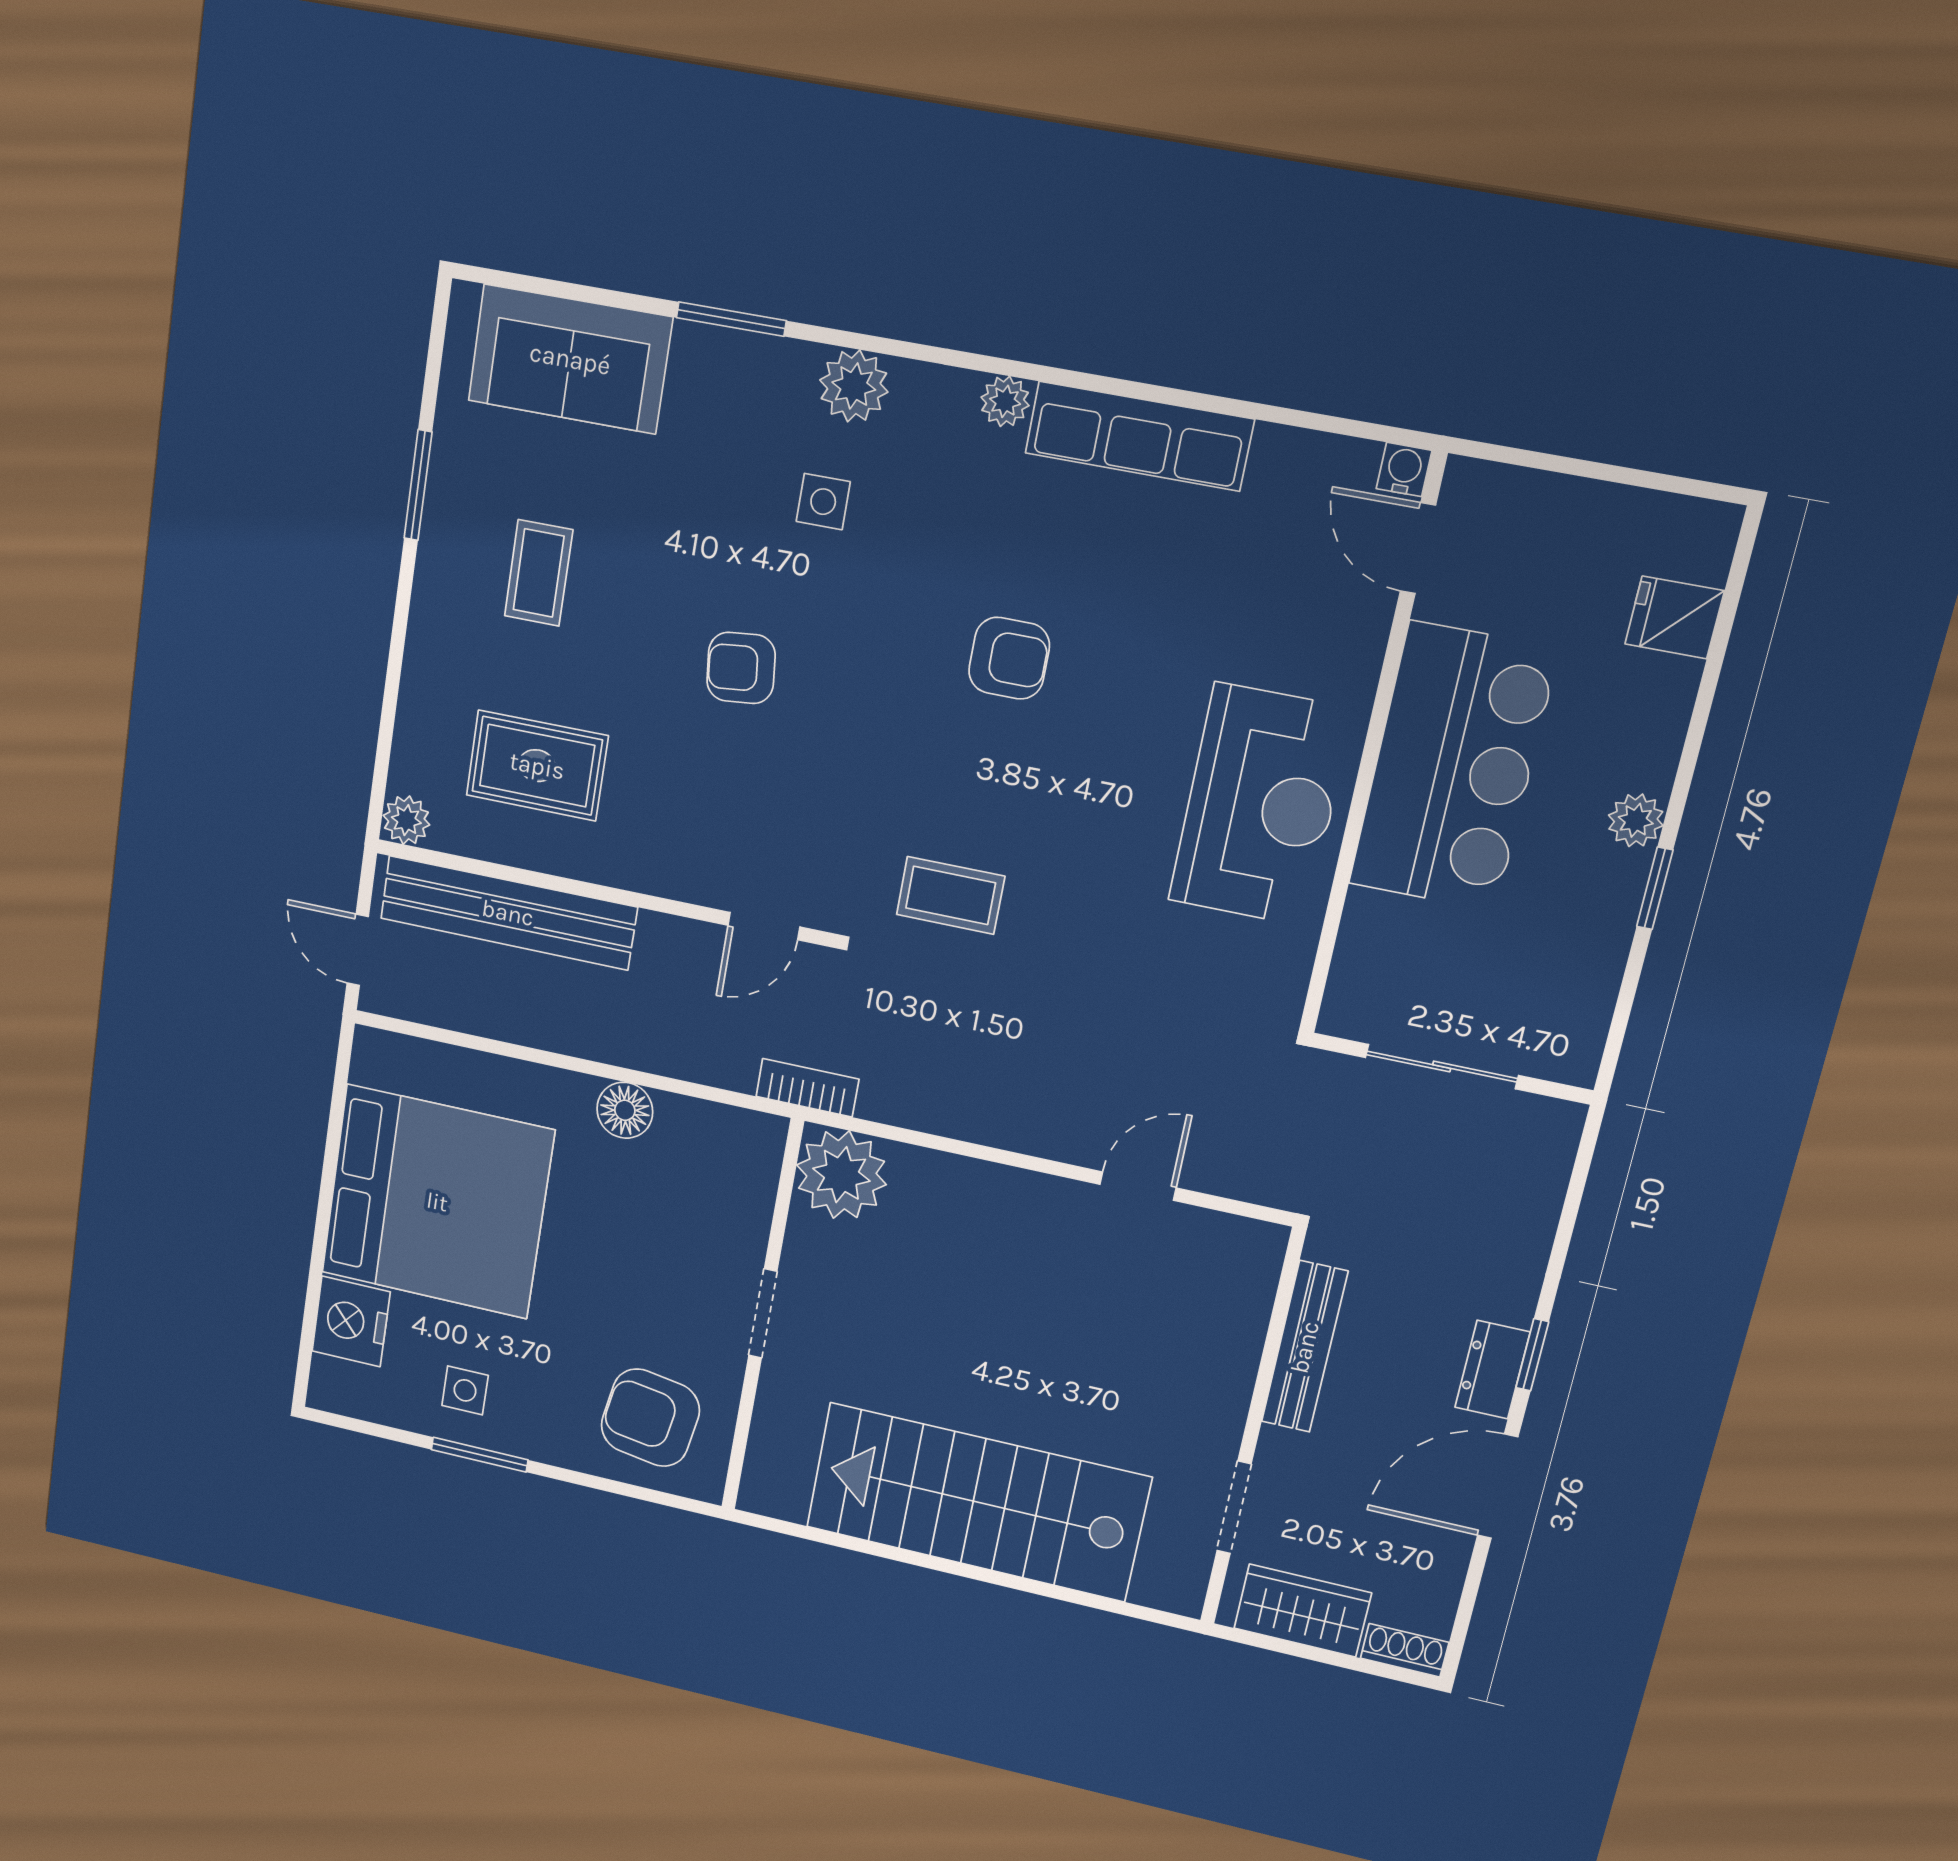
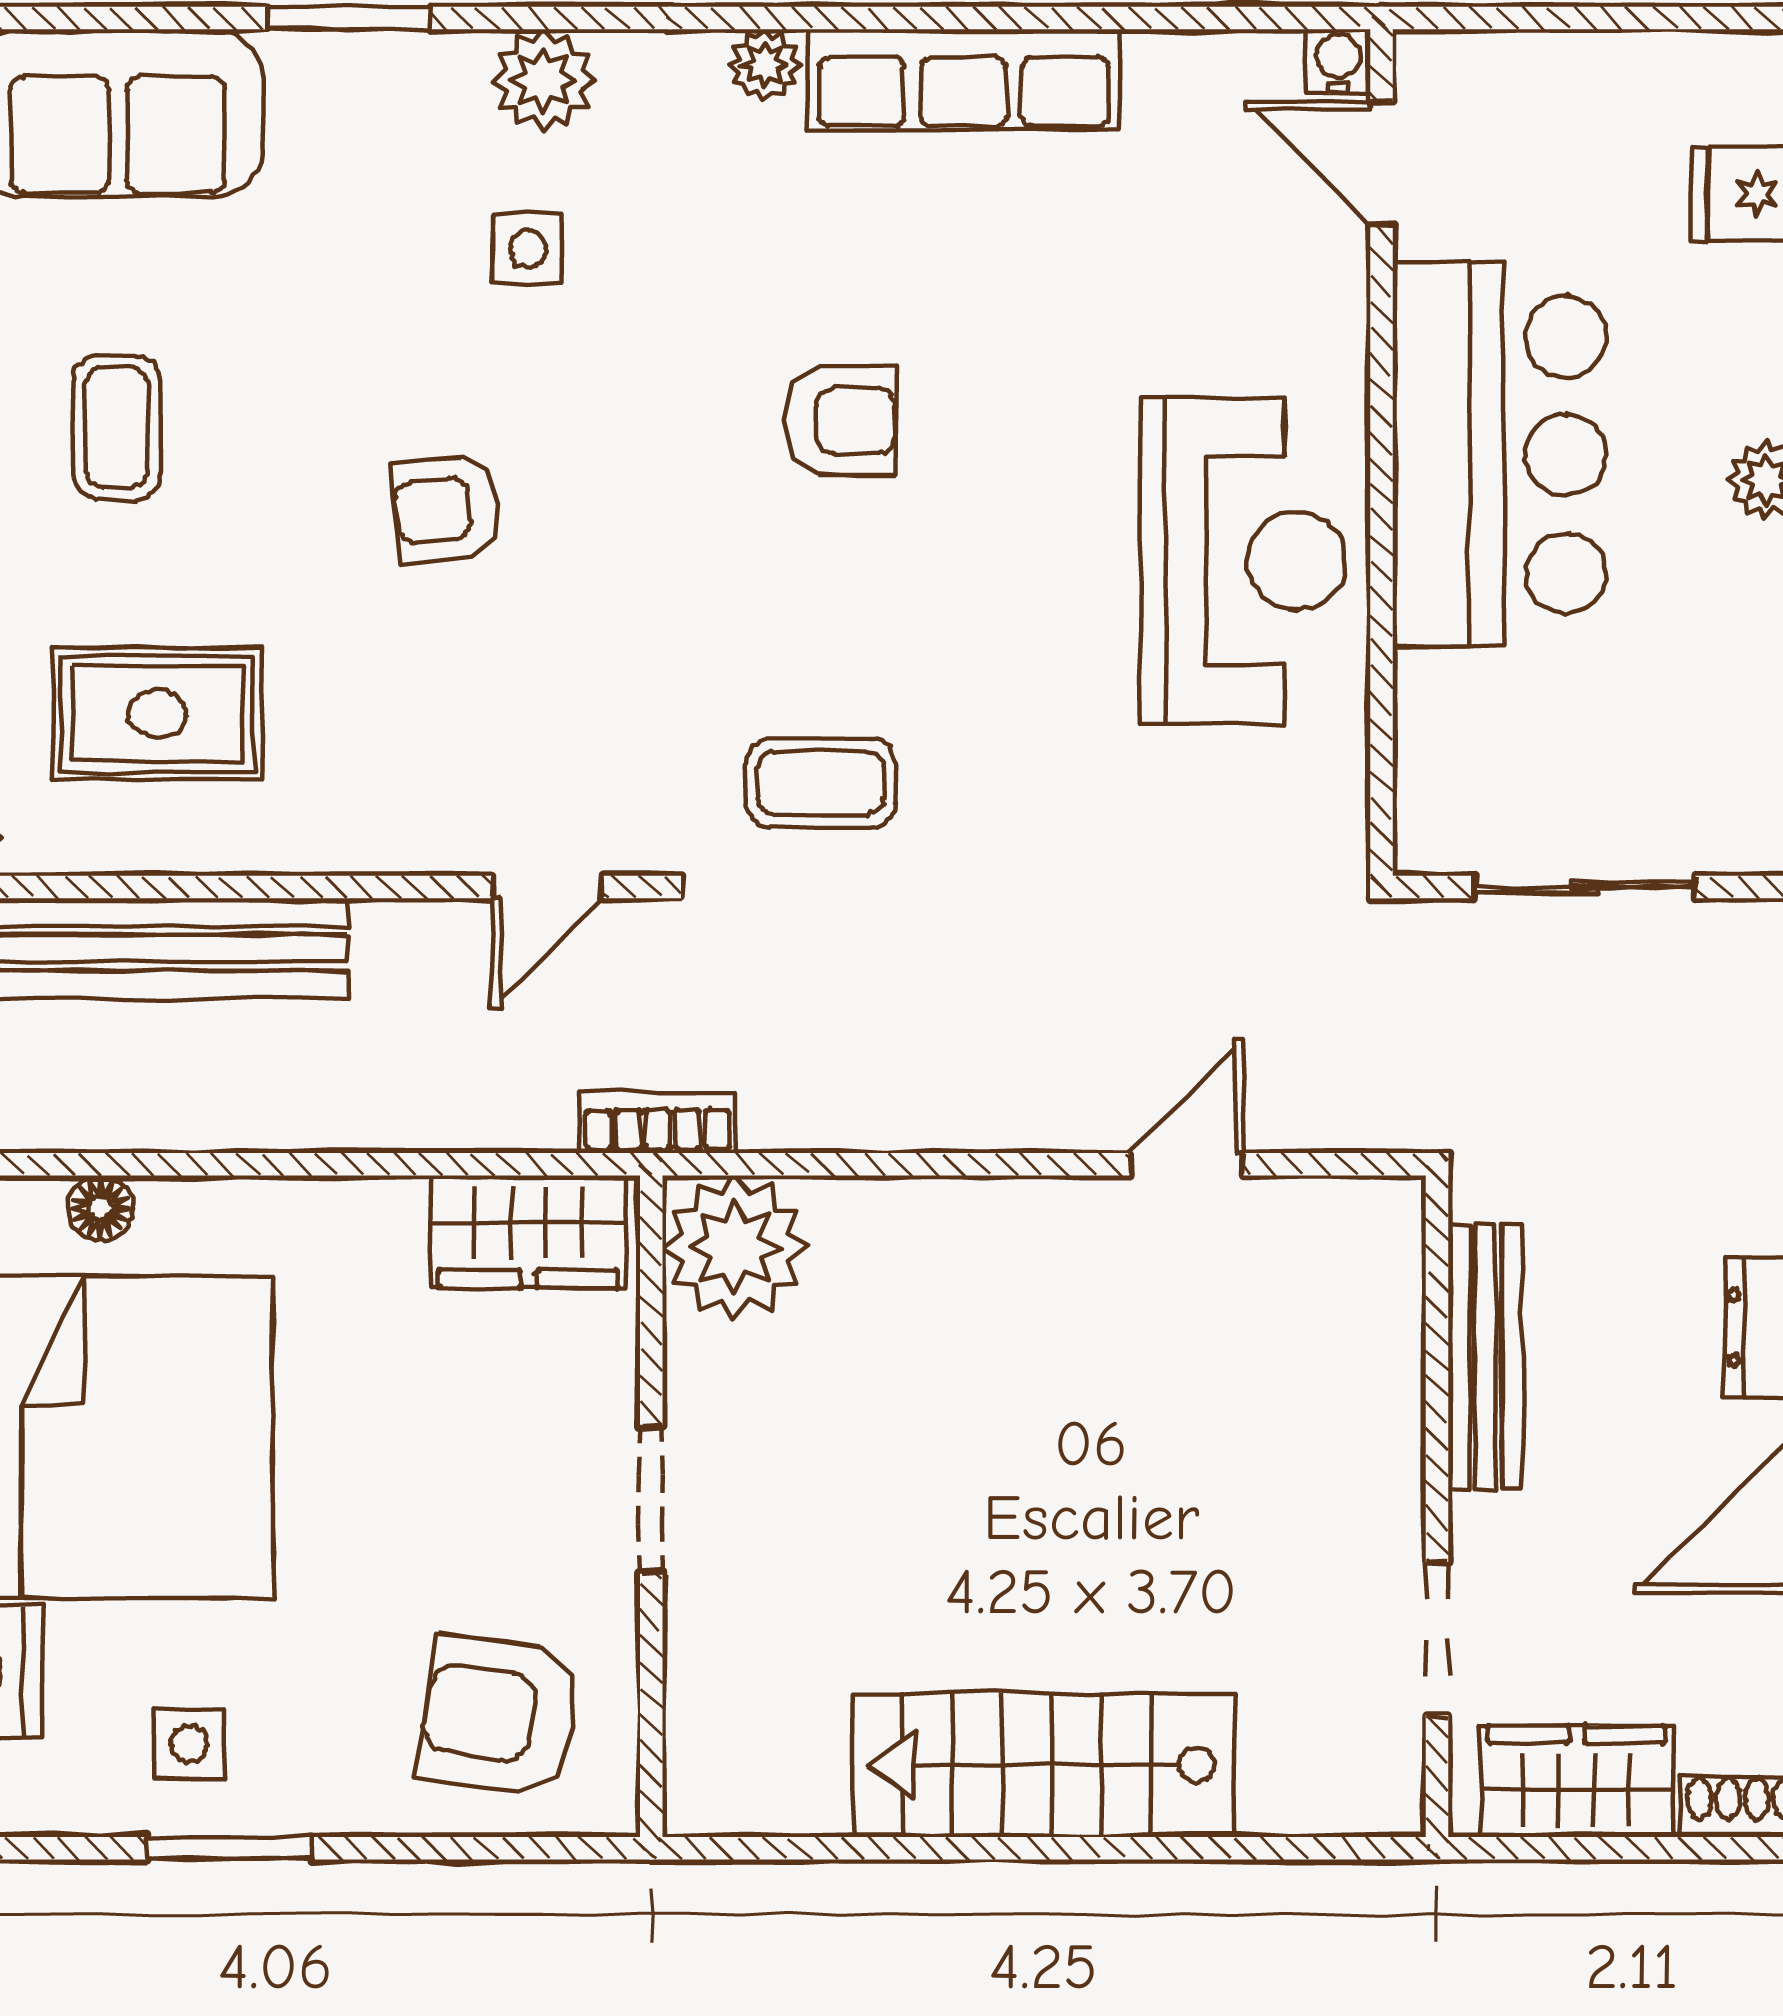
floor lamp: (625, 1110) -> (100, 1208), moved, width x0.73, depth x0.73
wardrobe: (715, 1137) -> (528, 1232), added
stairs: (977, 1502) -> (1044, 1765), width x0.73, depth x0.66

